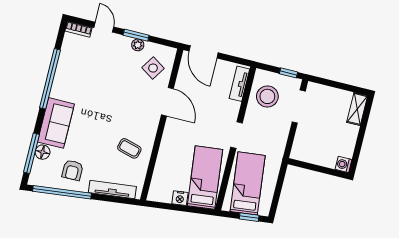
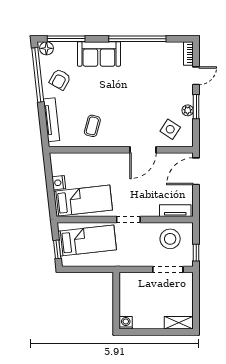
floor lamp: (43, 152) -> (46, 48), moved
armchair: (72, 170) -> (60, 79), turned -61

